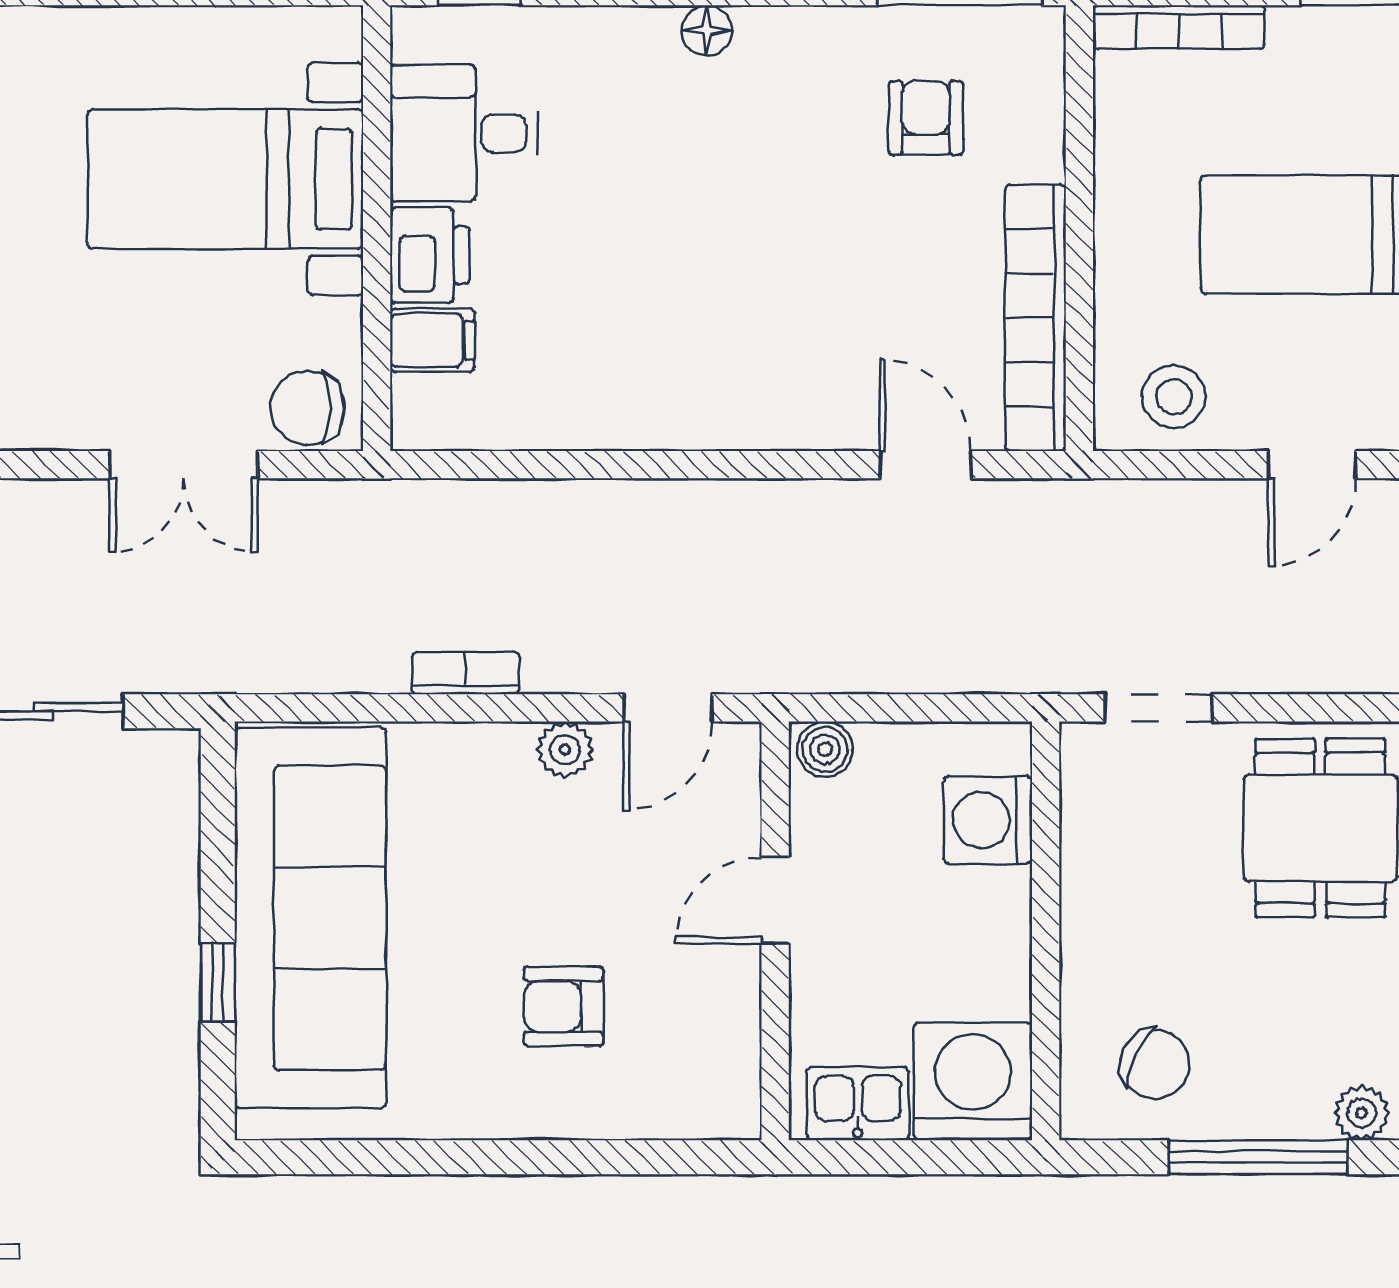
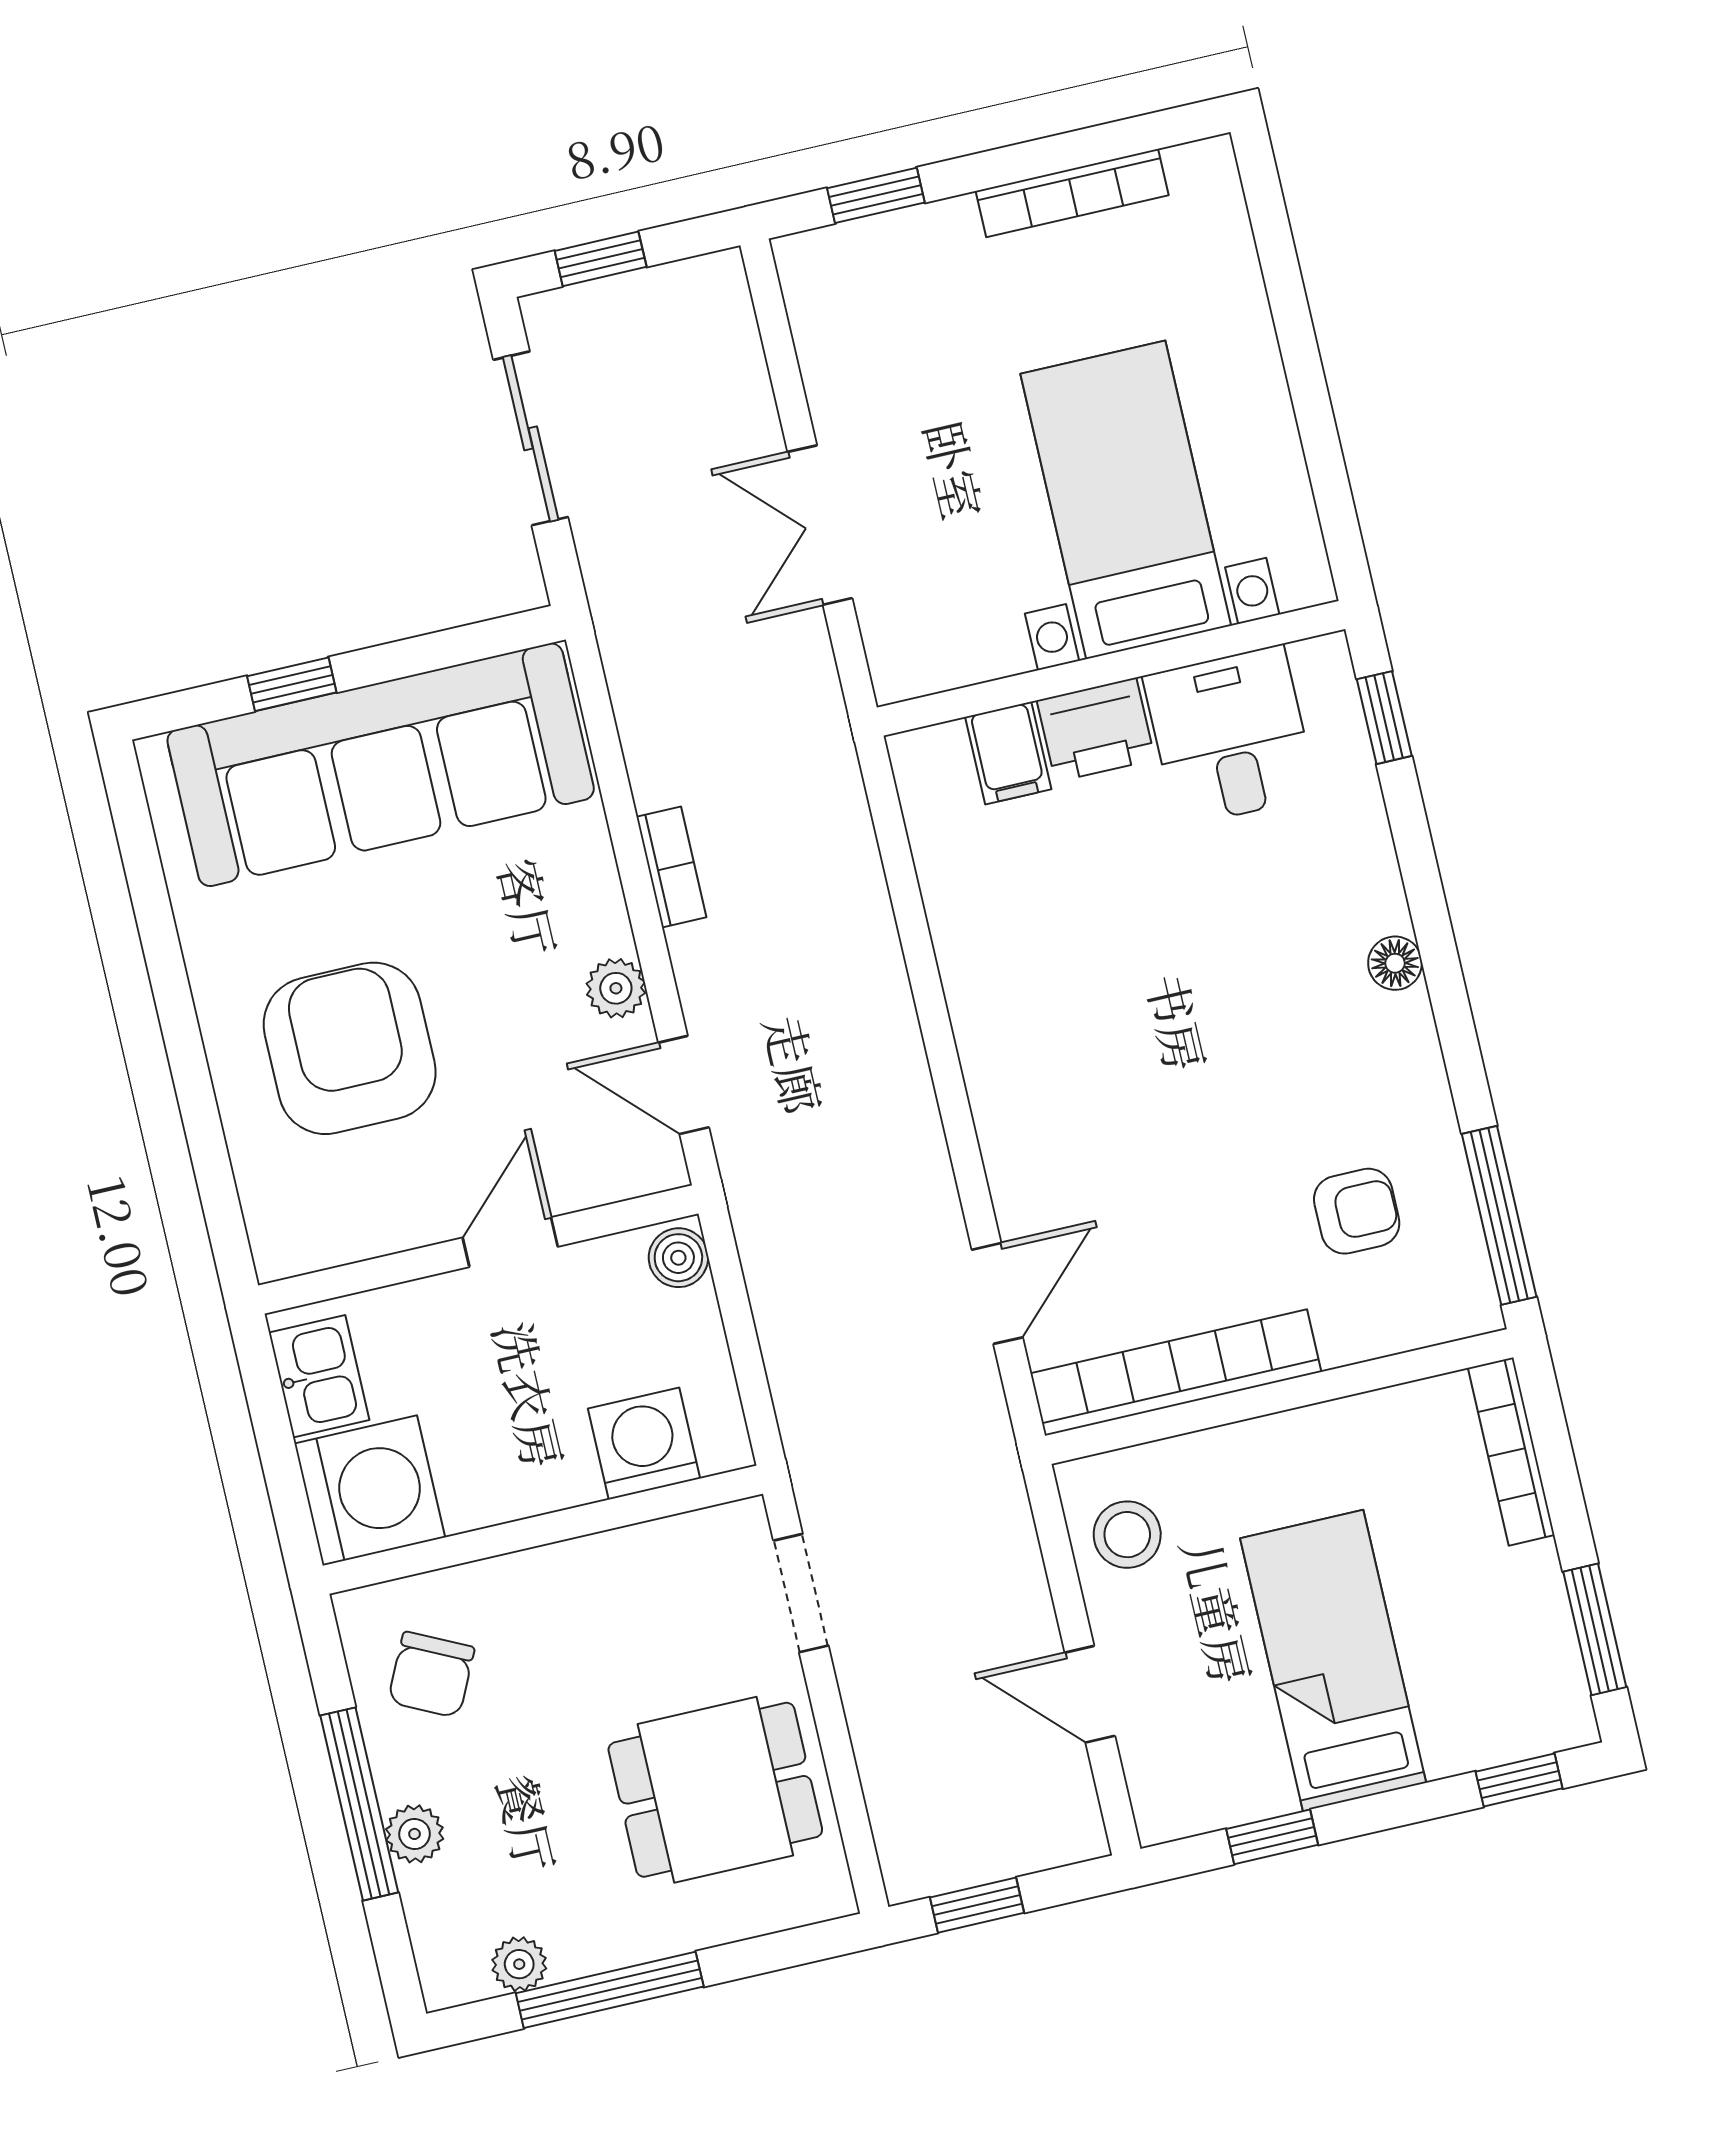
chair: (307, 408) -> (908, 640), removed
door: (775, 900) -> (510, 1242), hinge flipped
armchair: (564, 1006) -> (350, 1048), width x1.88, depth x1.88
plant: (1362, 1113) -> (415, 1834), moved

